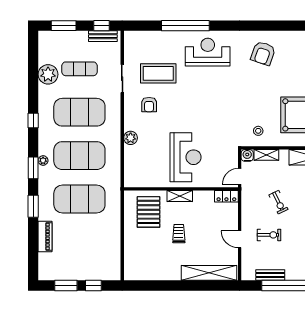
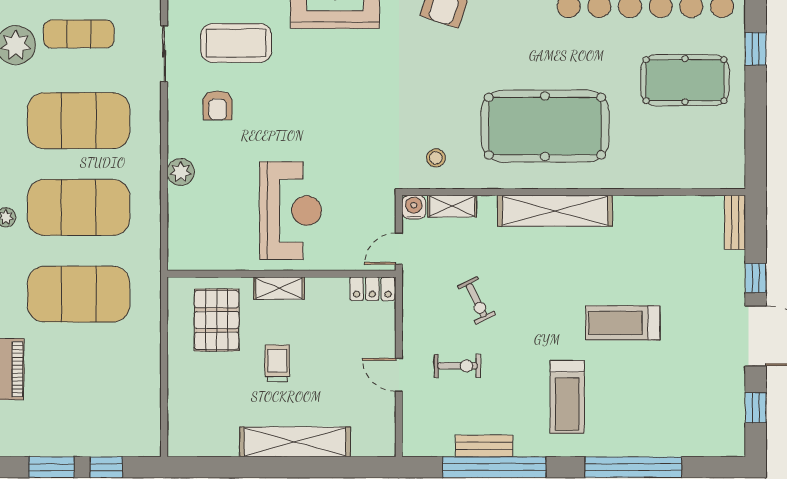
shelving: (209, 273) -> (295, 442), moved
bench: (270, 275) -> (484, 446), moved

